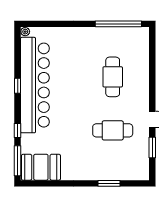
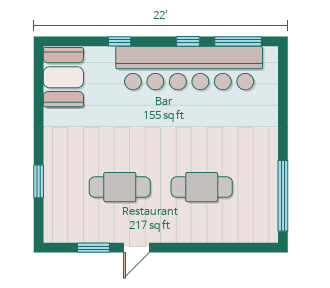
plant: (25, 32) -> (271, 53), removed
cafe table: (113, 130) -> (120, 187), turned 90
window: (18, 161) -> (238, 41), moved

